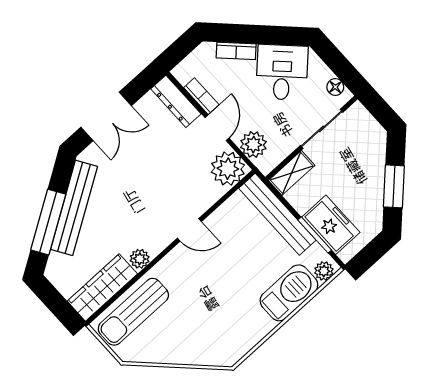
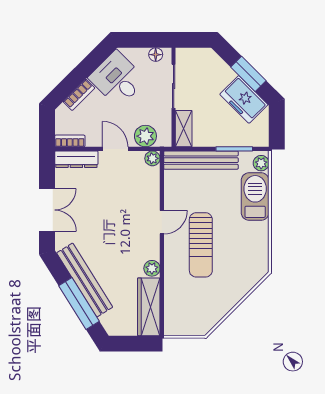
bookcase: (201, 96) -> (70, 141), moved
plant: (228, 169) -> (152, 158), width x0.53, depth x0.53
freezer: (331, 225) -> (244, 99), moved, turned -135
sun lounger: (133, 312) -> (201, 245), moved

